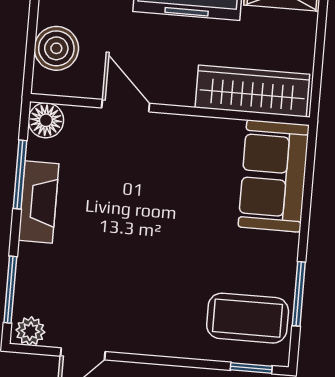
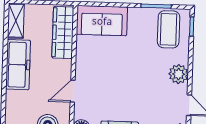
plant: (151, 335) -> (179, 74), added

